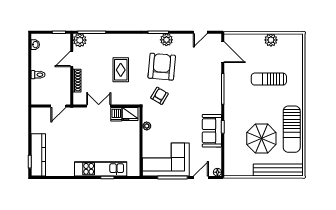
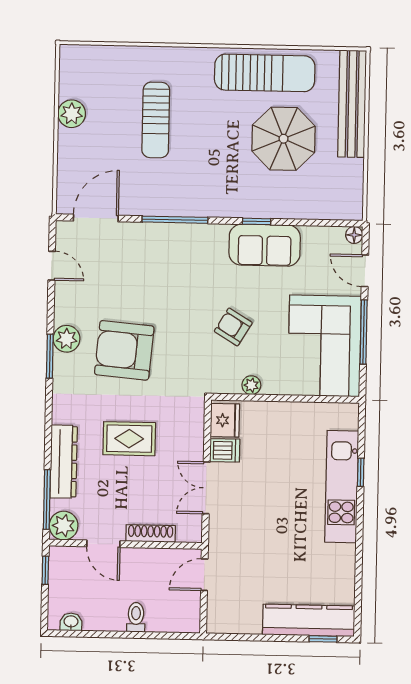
dresser: (109, 40) -> (64, 462), added
armchair: (159, 96) -> (233, 327), moved
door: (58, 106) -> (204, 575), swing flipped

